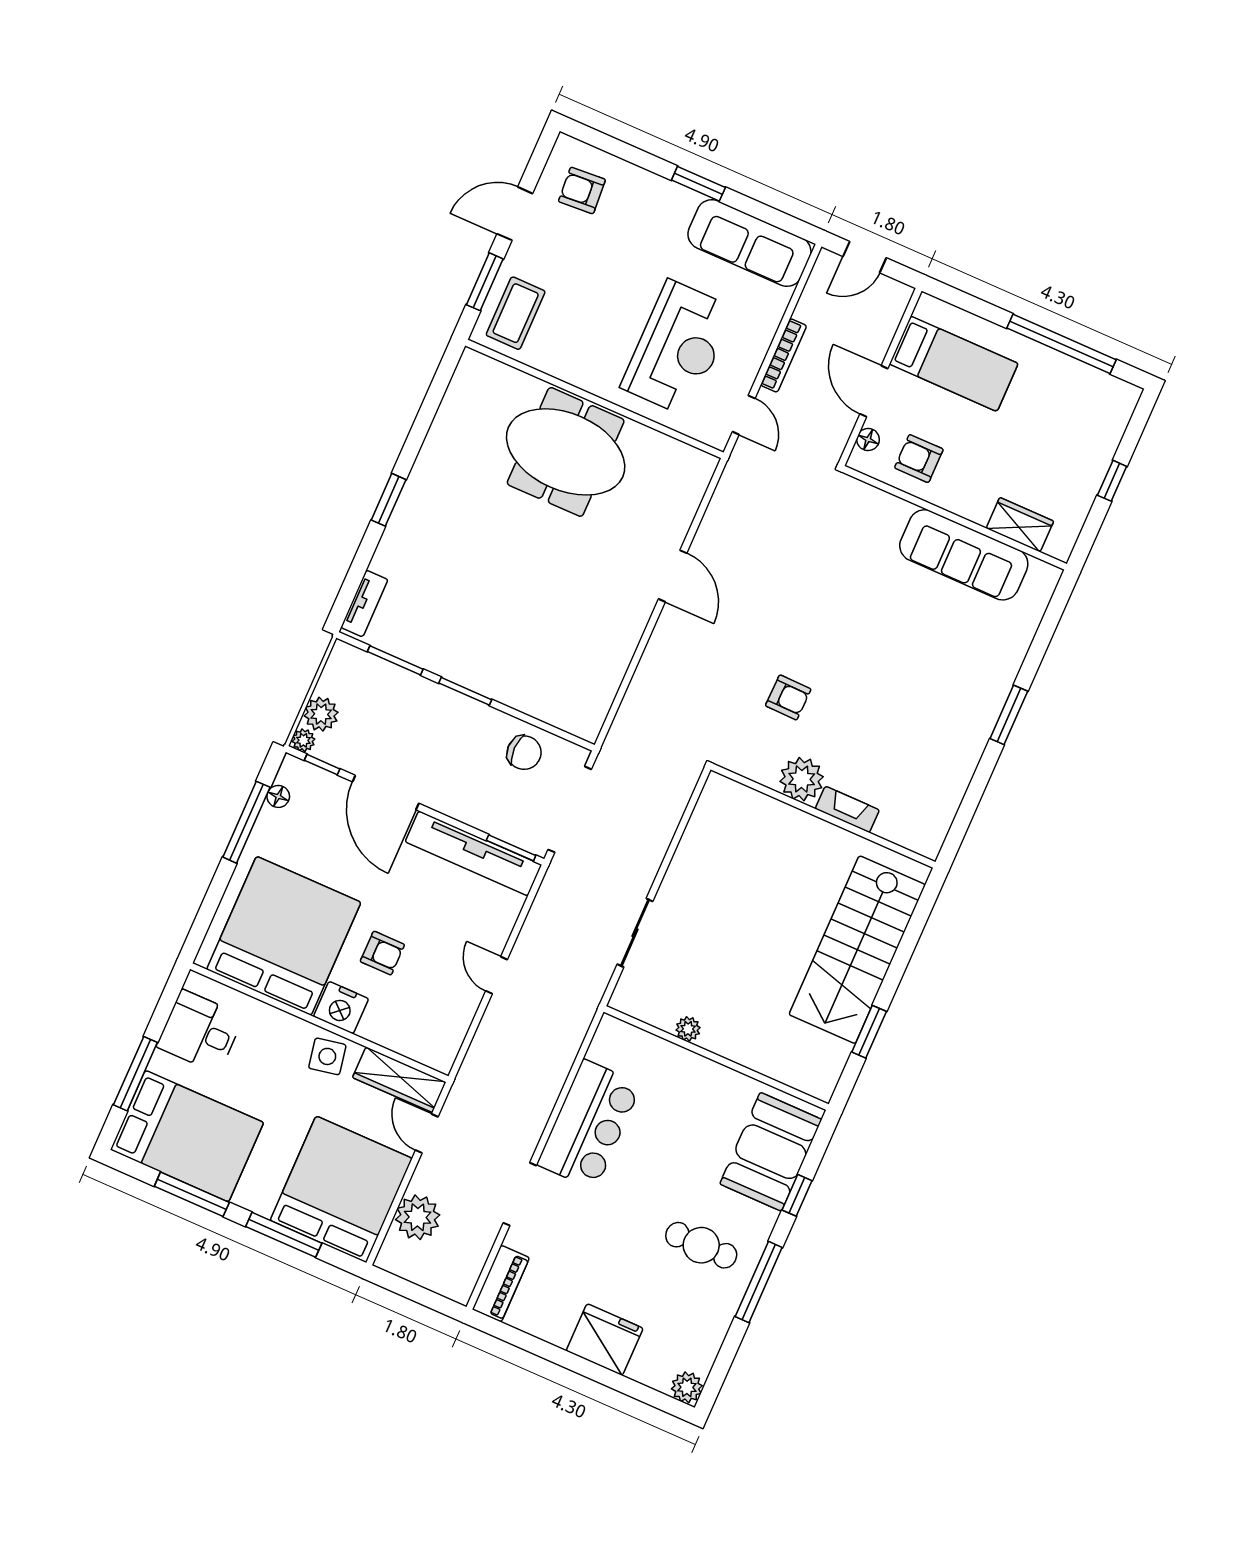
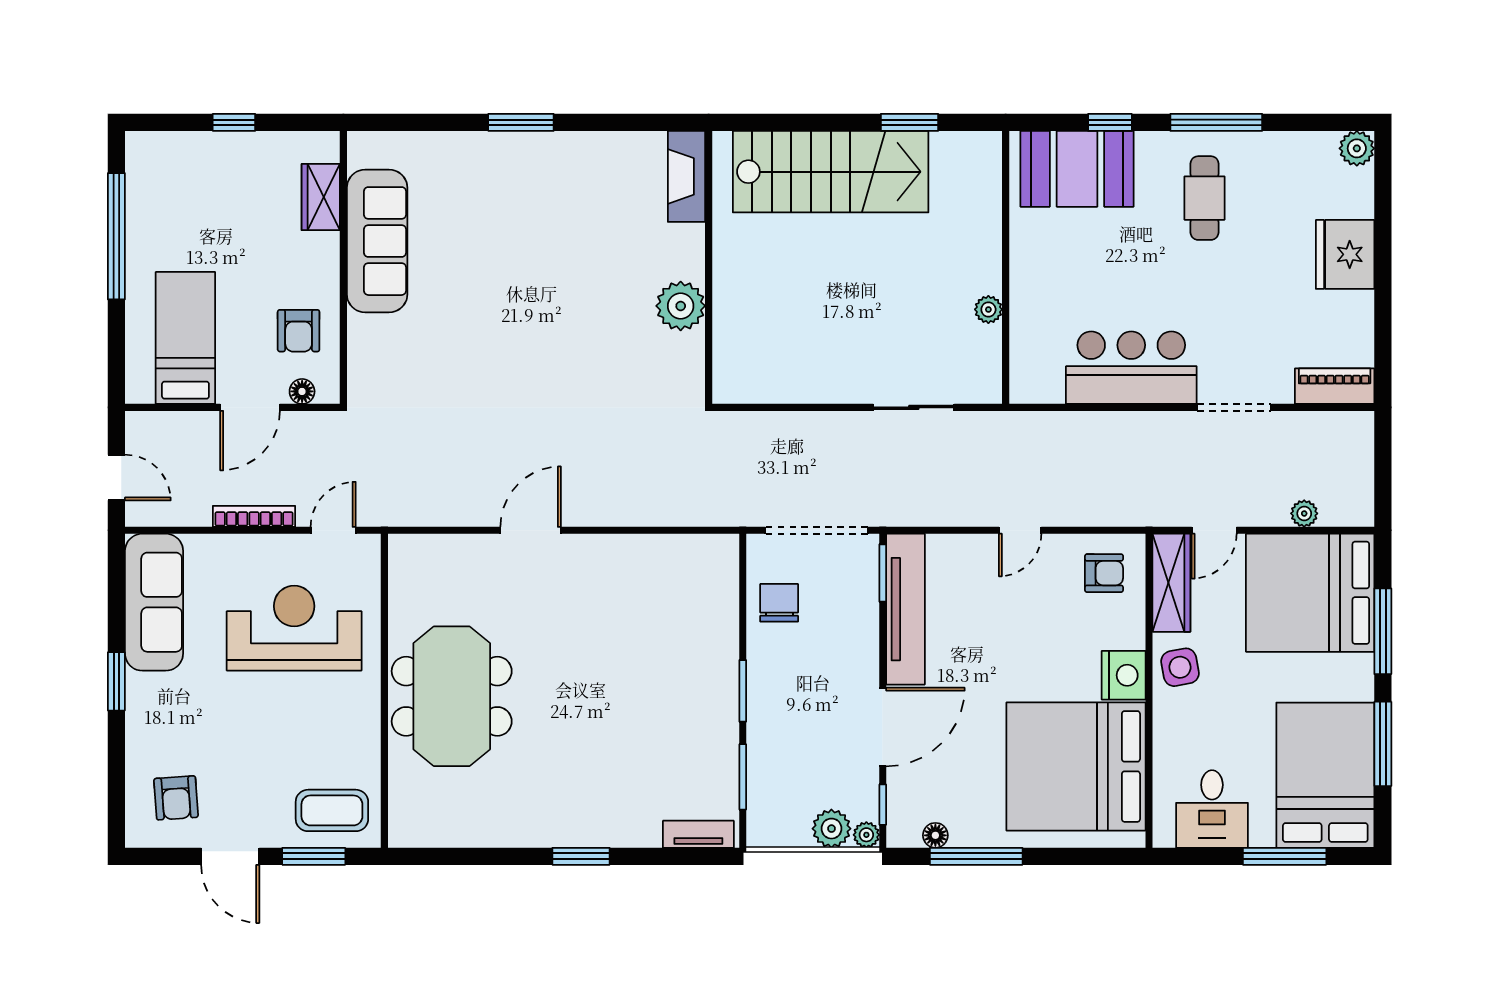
armchair: (788, 697) -> (603, 357), removed
fireplace: (847, 809) -> (686, 176), moved, width x1.37, depth x1.32
armchair: (382, 953) -> (1104, 573), moved, turned 90
plant: (418, 1217) -> (1304, 513), width x0.53, depth x0.53

